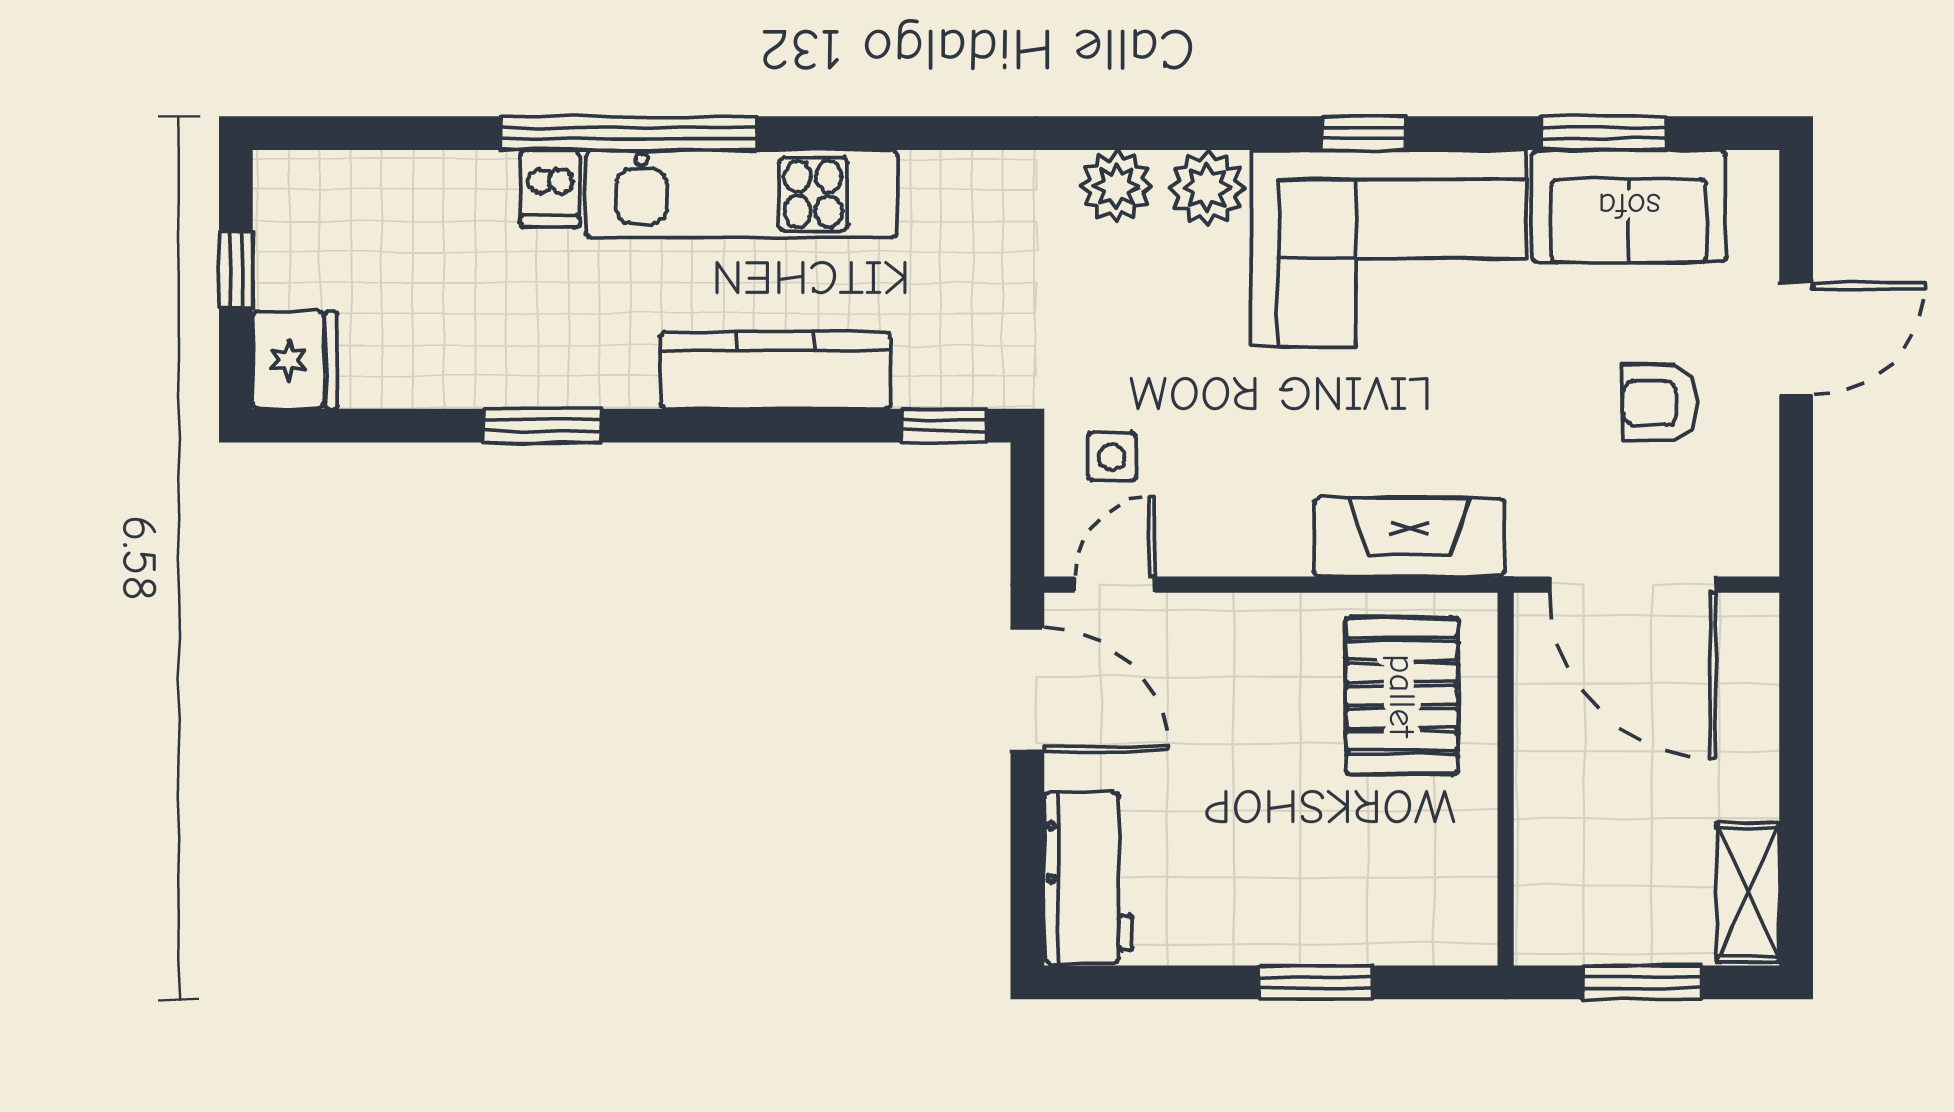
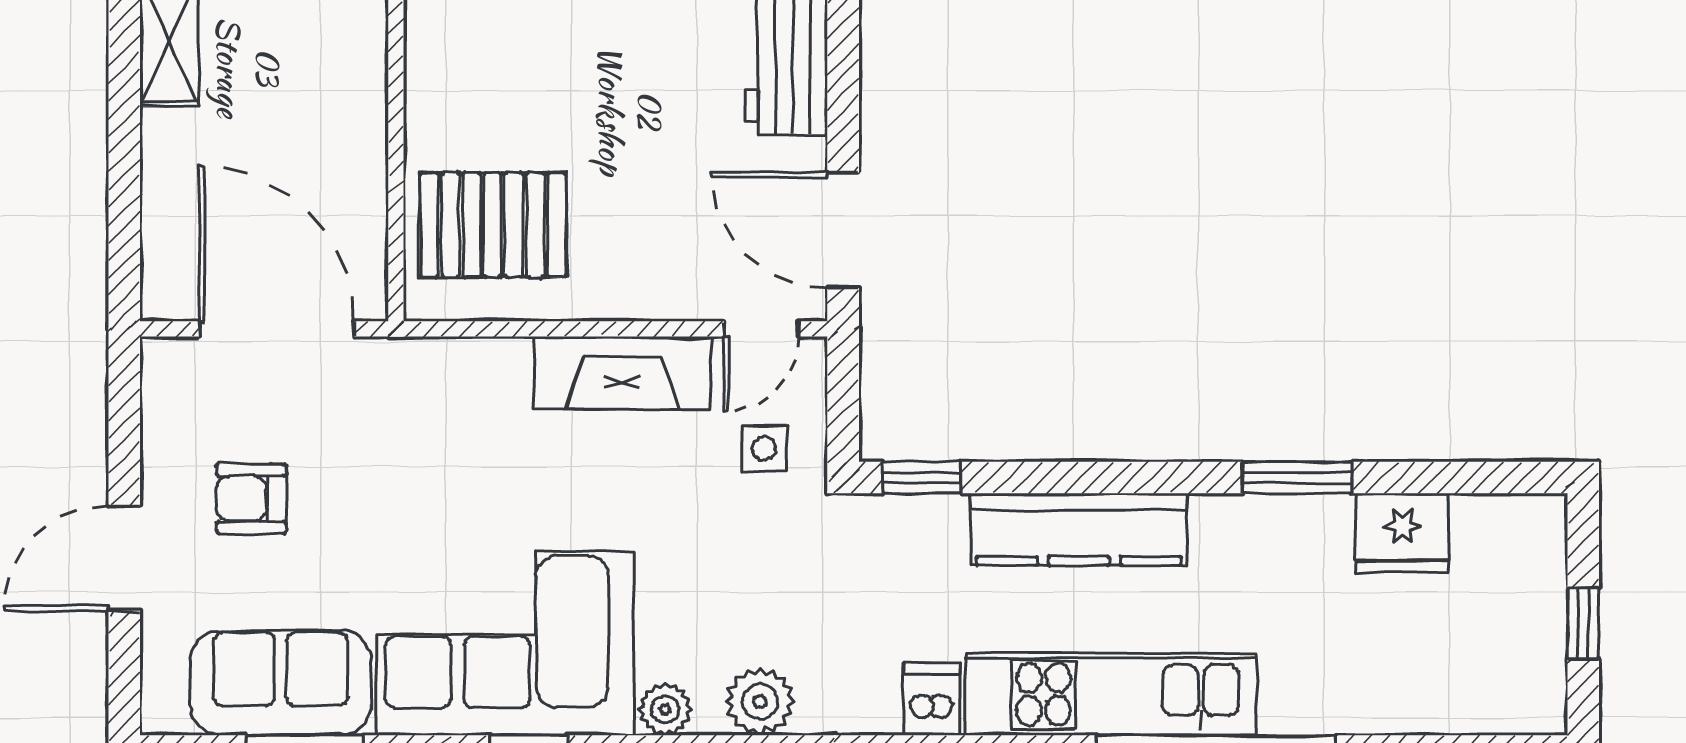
plant: (1207, 188) -> (665, 709), width x0.73, depth x0.73
dishwasher: (550, 189) -> (932, 699), moved
fridge: (295, 360) -> (1402, 533), moved, turned -90
armchair: (1660, 403) -> (251, 499), turned 180
fireplace: (1409, 537) -> (623, 373), moved
pallet: (1402, 696) -> (493, 225), turned 90

